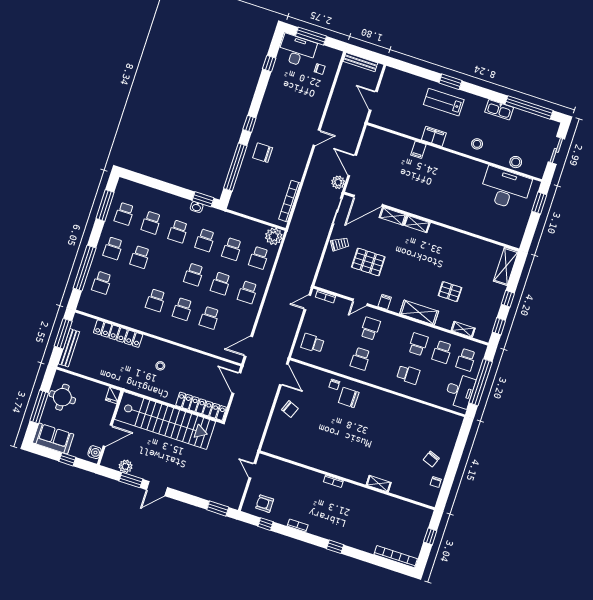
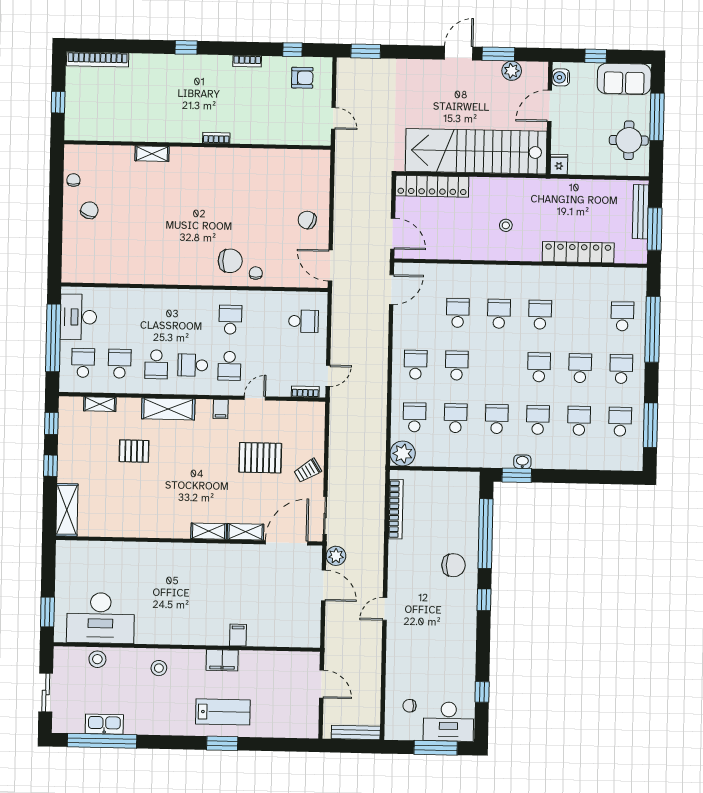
kitchen sink: (499, 110) -> (104, 724), moved
school desk: (194, 275) -> (539, 367), moved
school desk: (408, 374) -> (193, 365), moved

